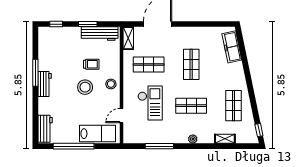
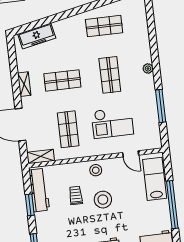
checkout: (150, 103) -> (112, 123), turned 180
shelving: (225, 139) -> (24, 84), moved

